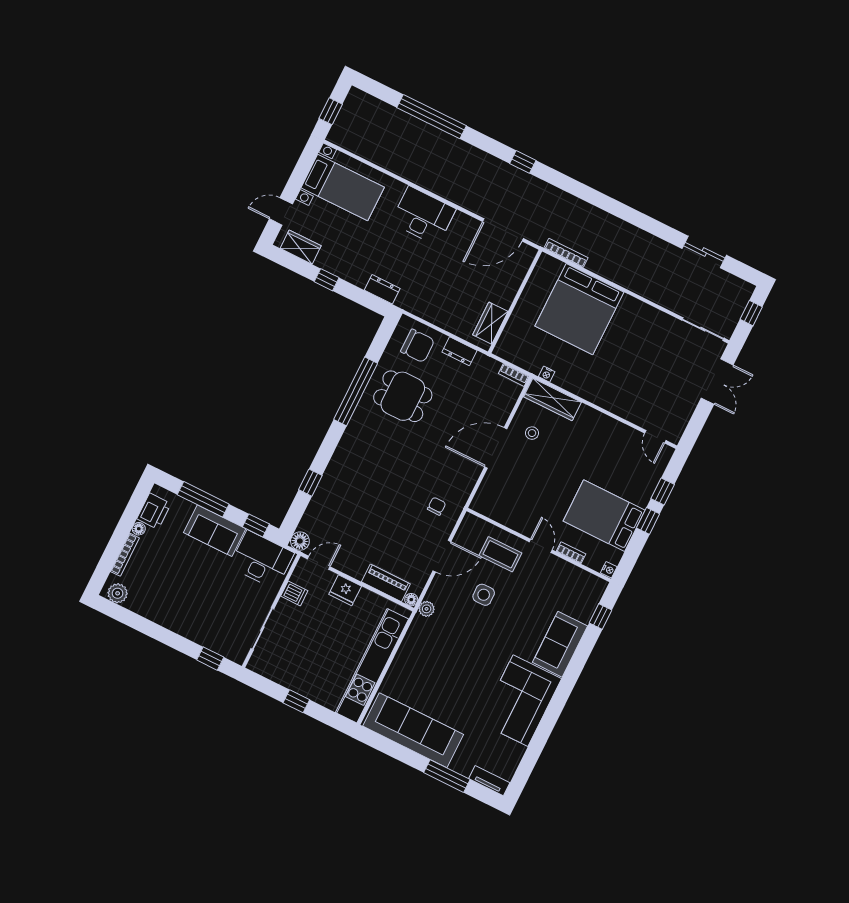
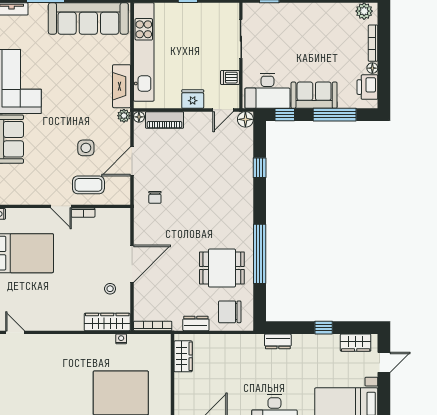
bookcase: (514, 375) -> (153, 326), width x1.56
bookcase: (571, 553) -> (83, 213), moved
fireplace: (413, 641) -> (122, 86), added

